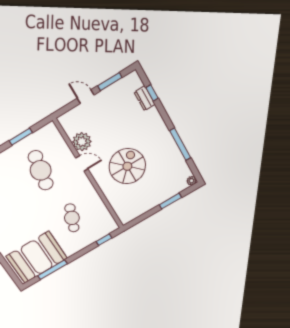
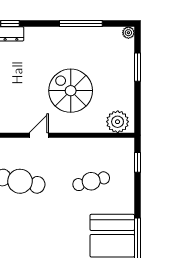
plant: (82, 142) -> (118, 122), moved
cafe table: (72, 218) -> (91, 181), turned -36

